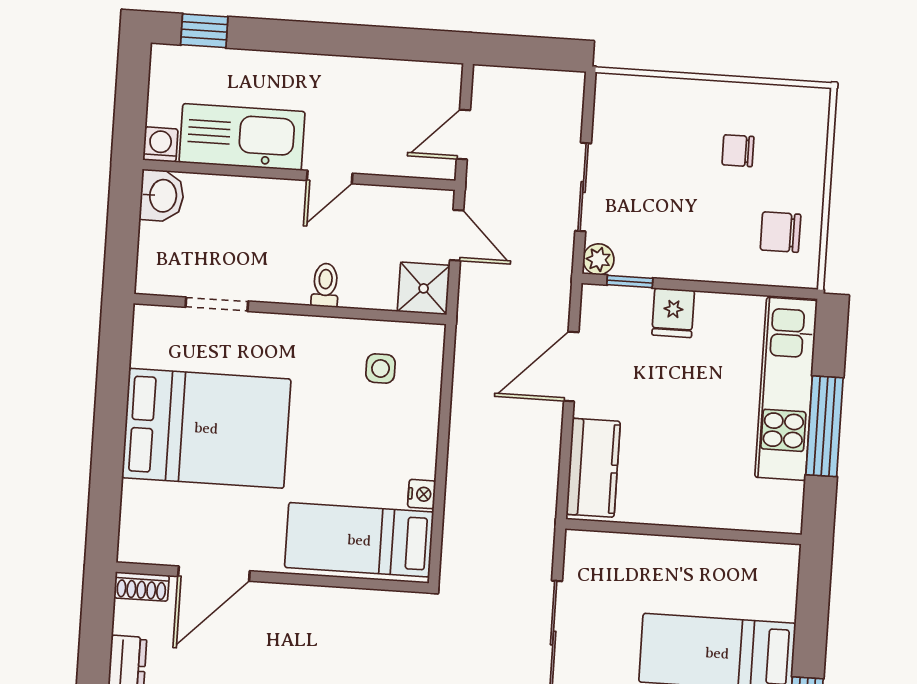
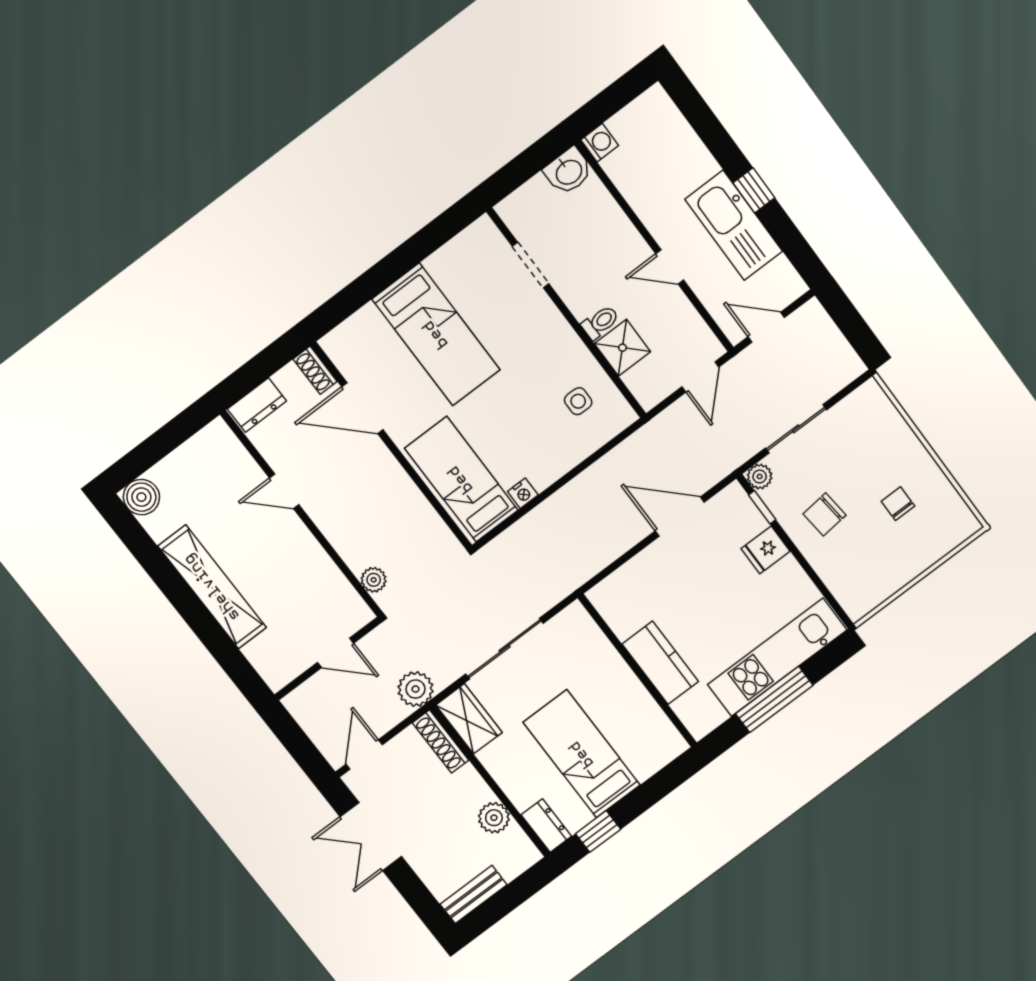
window: (204, 31) -> (754, 190), moved
kitchen sink: (242, 137) -> (734, 225), moved, turned 180
chair: (781, 232) -> (824, 514), moved, turned -96
shower: (424, 288) -> (622, 348), moved
bed: (206, 428) -> (436, 334), width x0.67
kitchen counter: (593, 468) -> (660, 663), moved, turned -90

